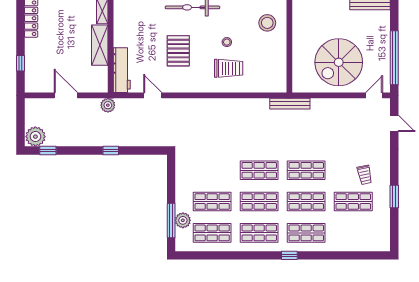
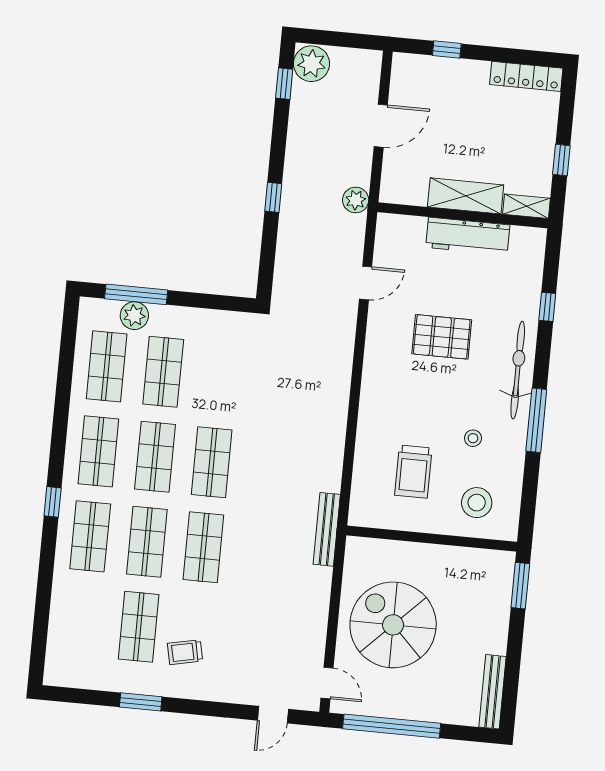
stool: (227, 42) -> (473, 438), moved
trolley: (229, 68) -> (413, 472), moved
workbench: (122, 70) -> (468, 236), moved

